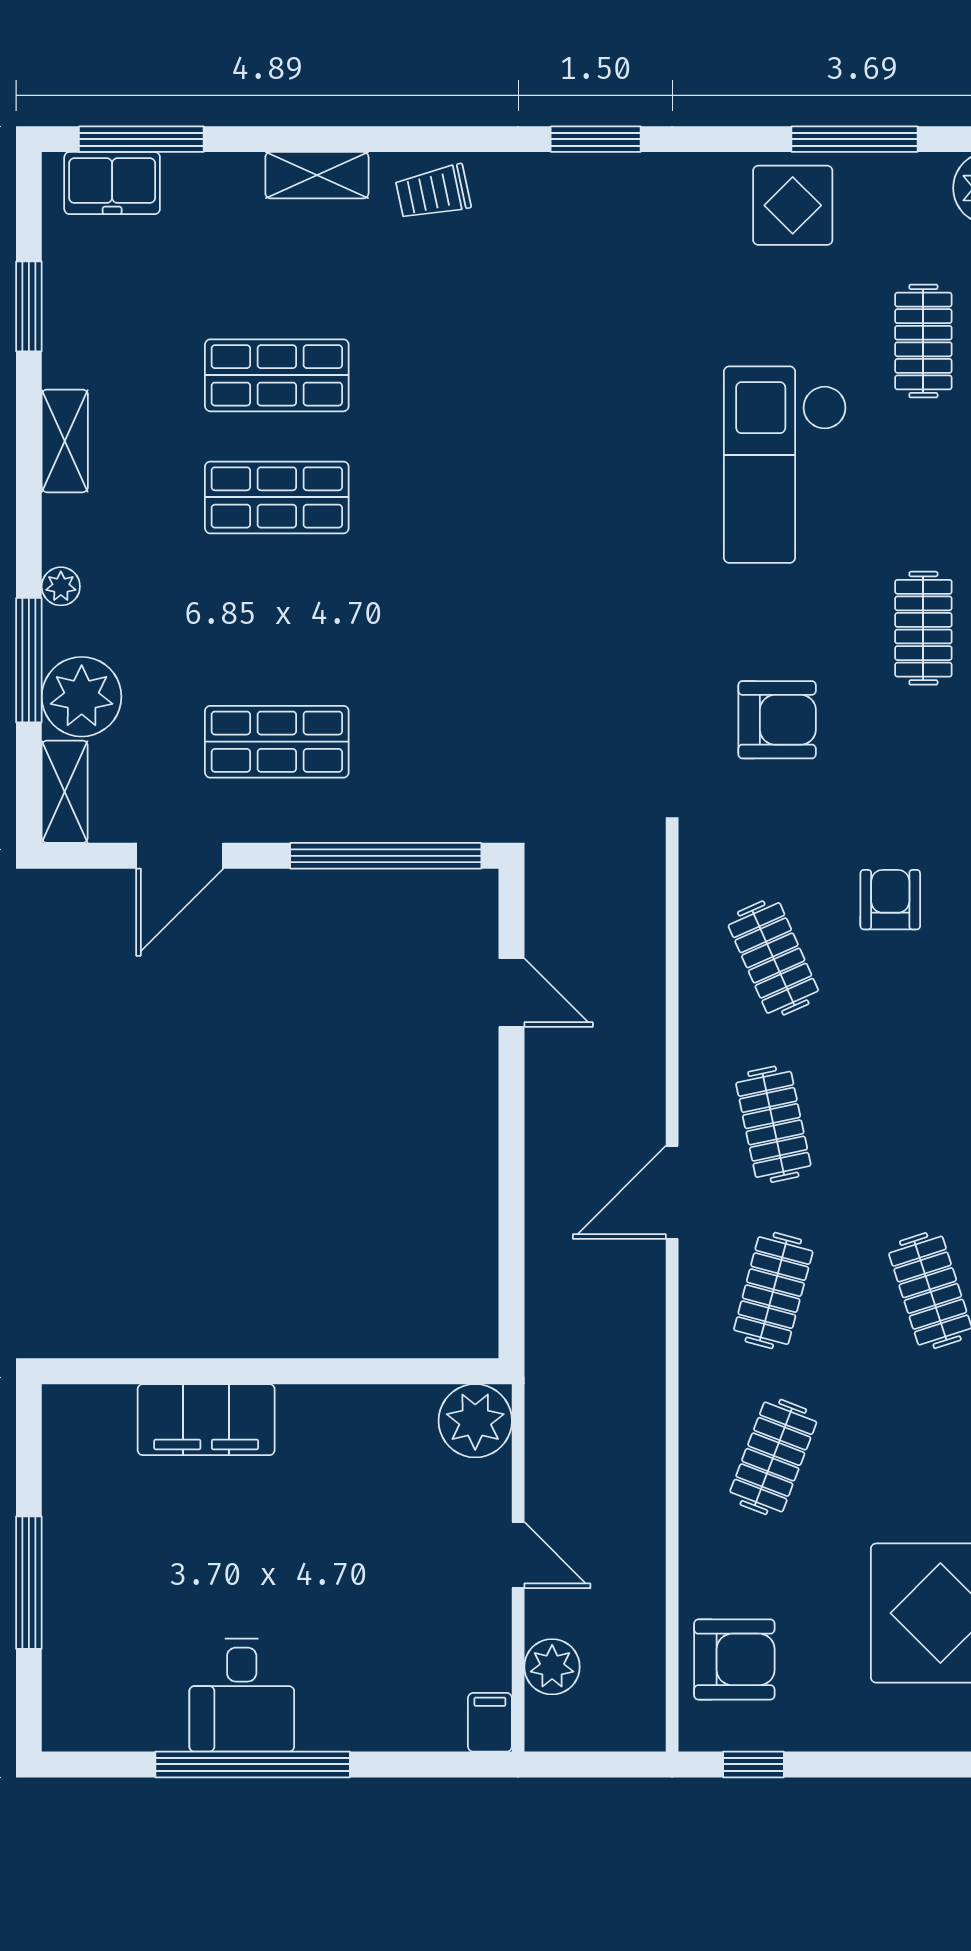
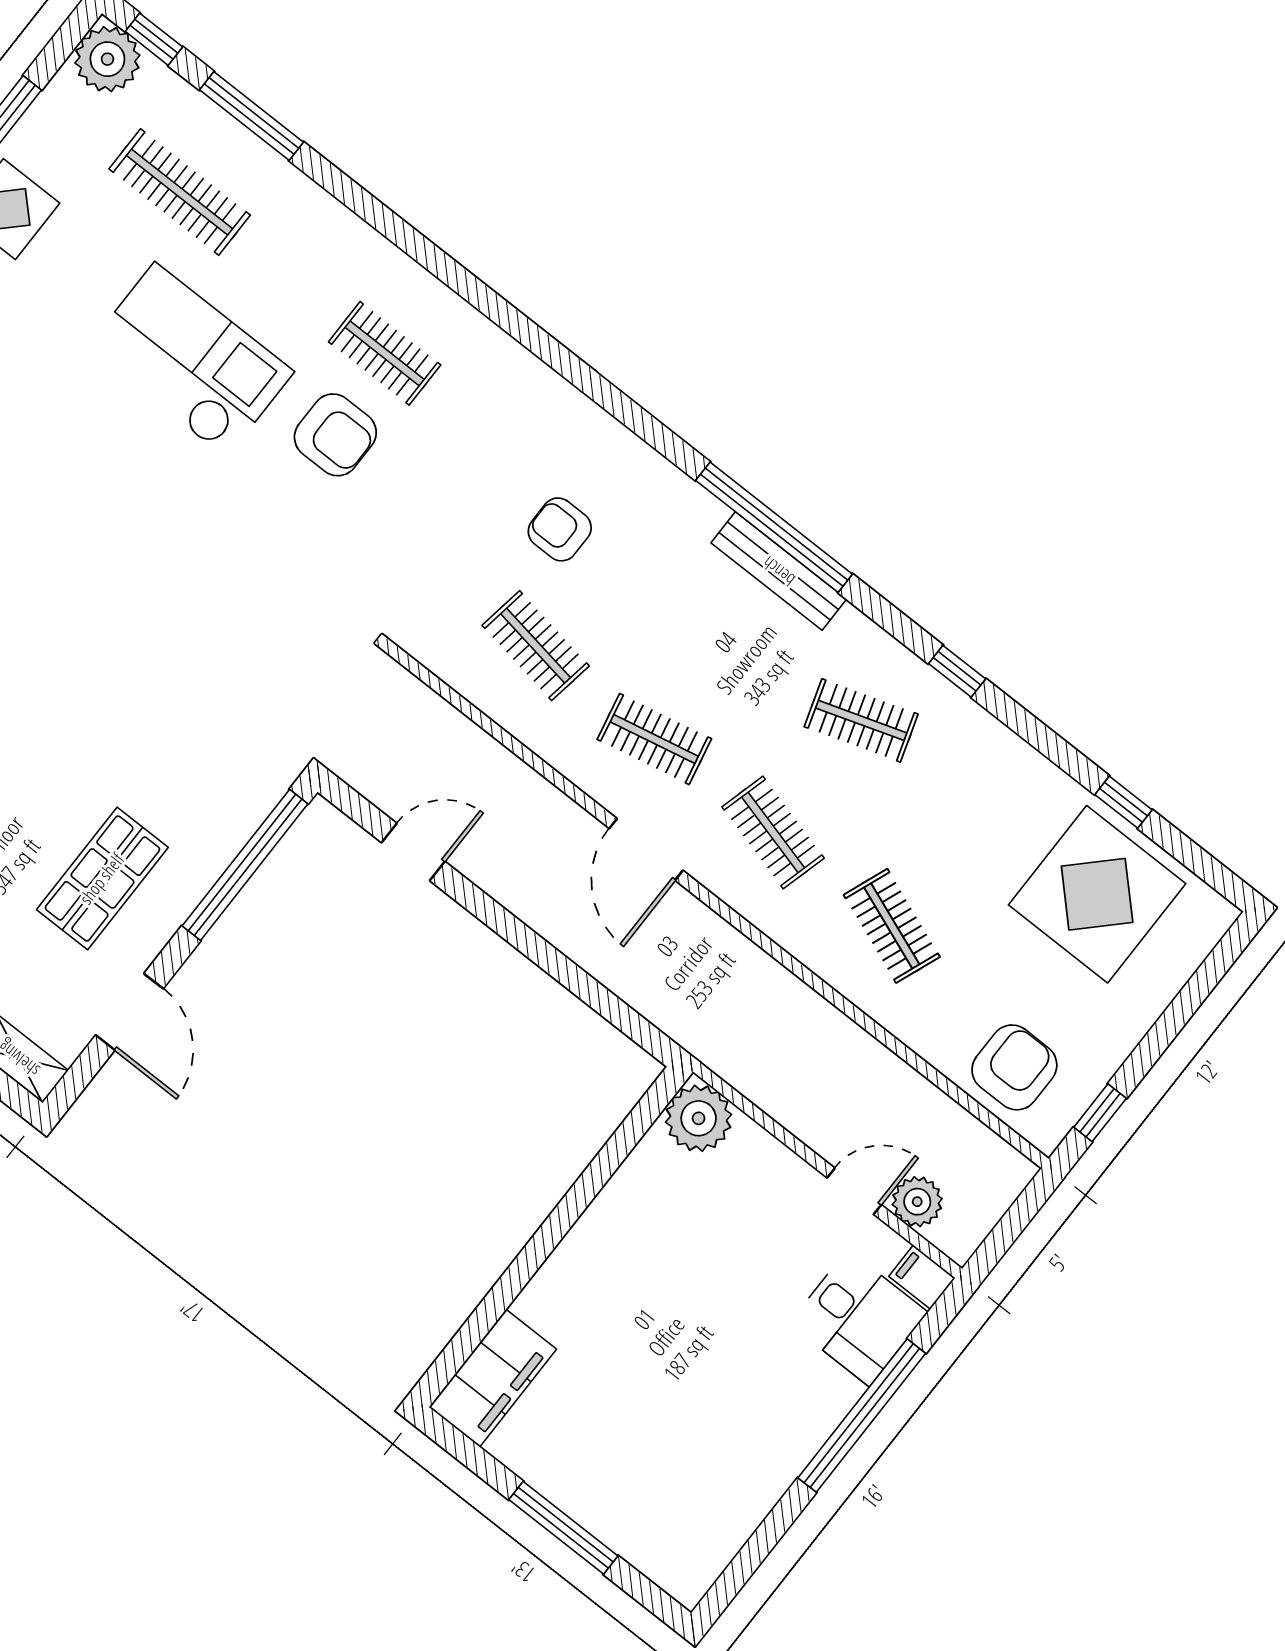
clothes rail: (923, 341) -> (180, 192), width x1.36
checkout: (785, 465) -> (190, 360), turned 180
armchair: (777, 720) -> (335, 435), moved, turned 90
clothes rail: (773, 958) -> (536, 646), turned 33
filing cabinet: (206, 1420) -> (493, 1378), moved
door: (518, 1555) -> (854, 1191), moved
desk: (242, 1695) -> (858, 1318), moved
window: (253, 1764) -> (862, 1416), moved

